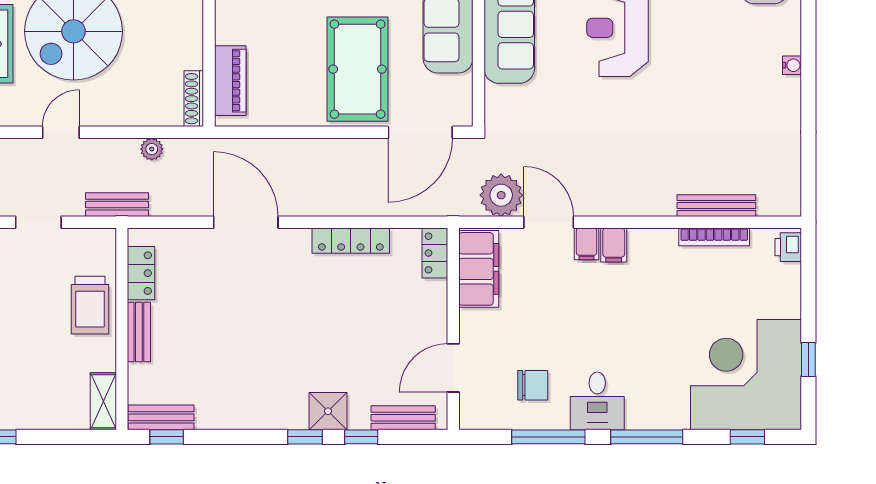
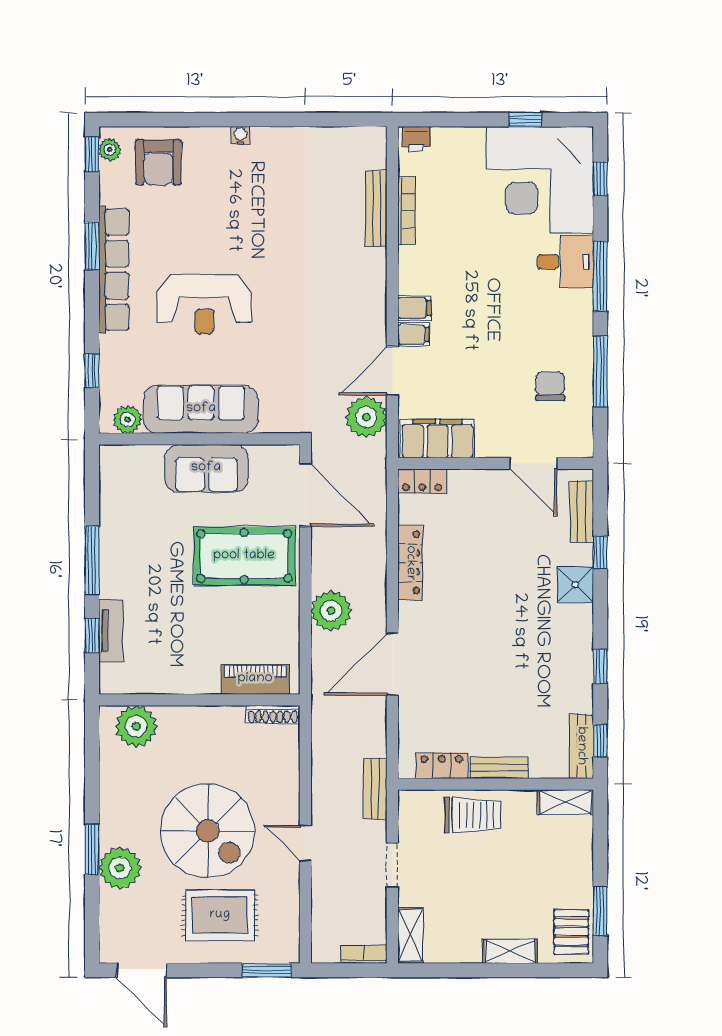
plant: (152, 149) -> (331, 611), moved, width x1.88, depth x1.88
desk: (597, 401) -> (565, 262), moved
window: (305, 437) -> (600, 667), moved

